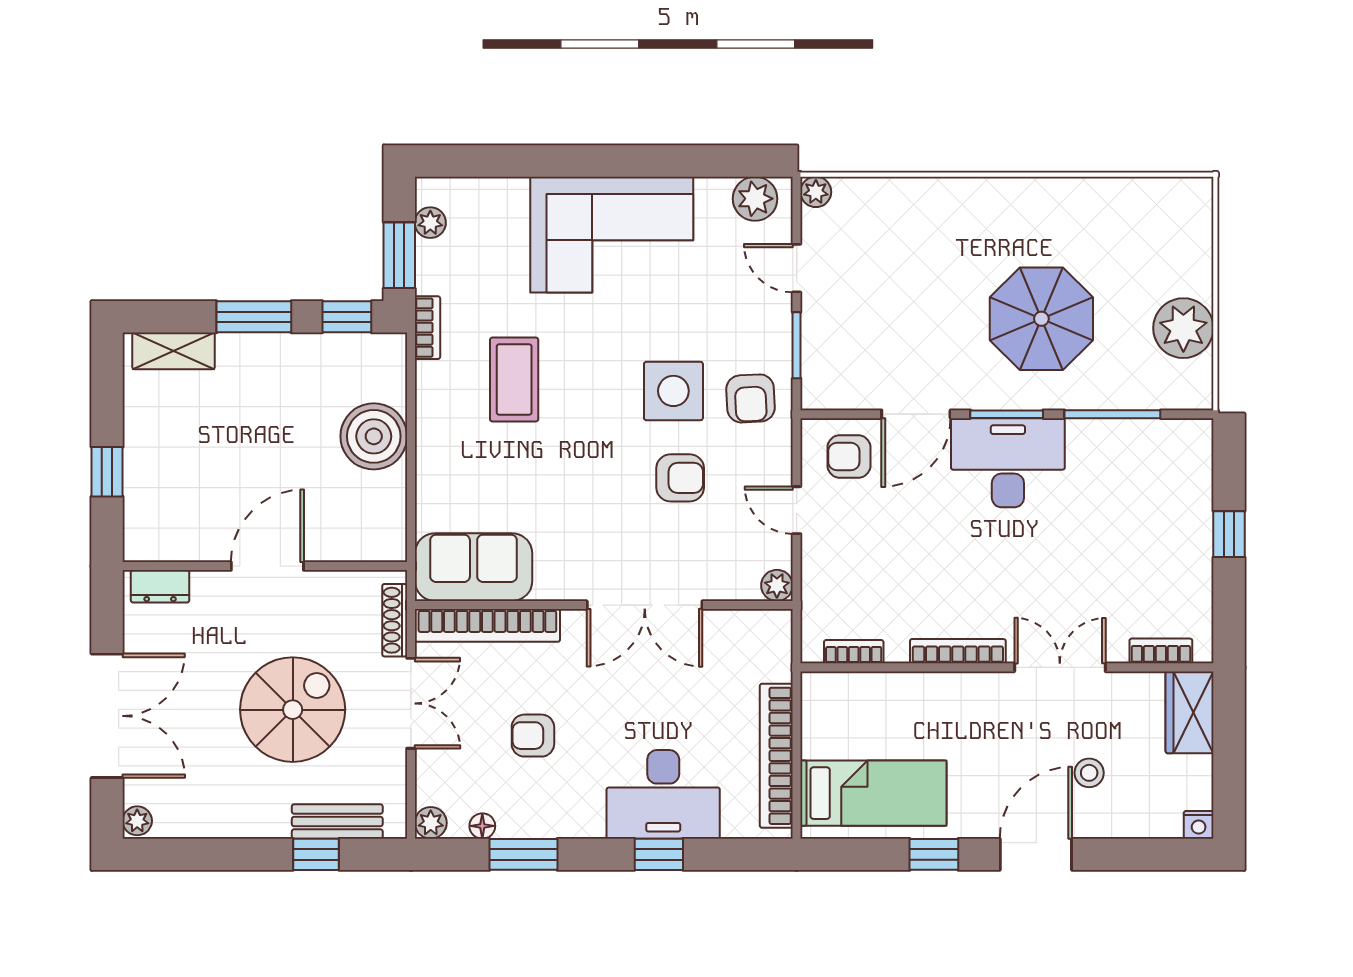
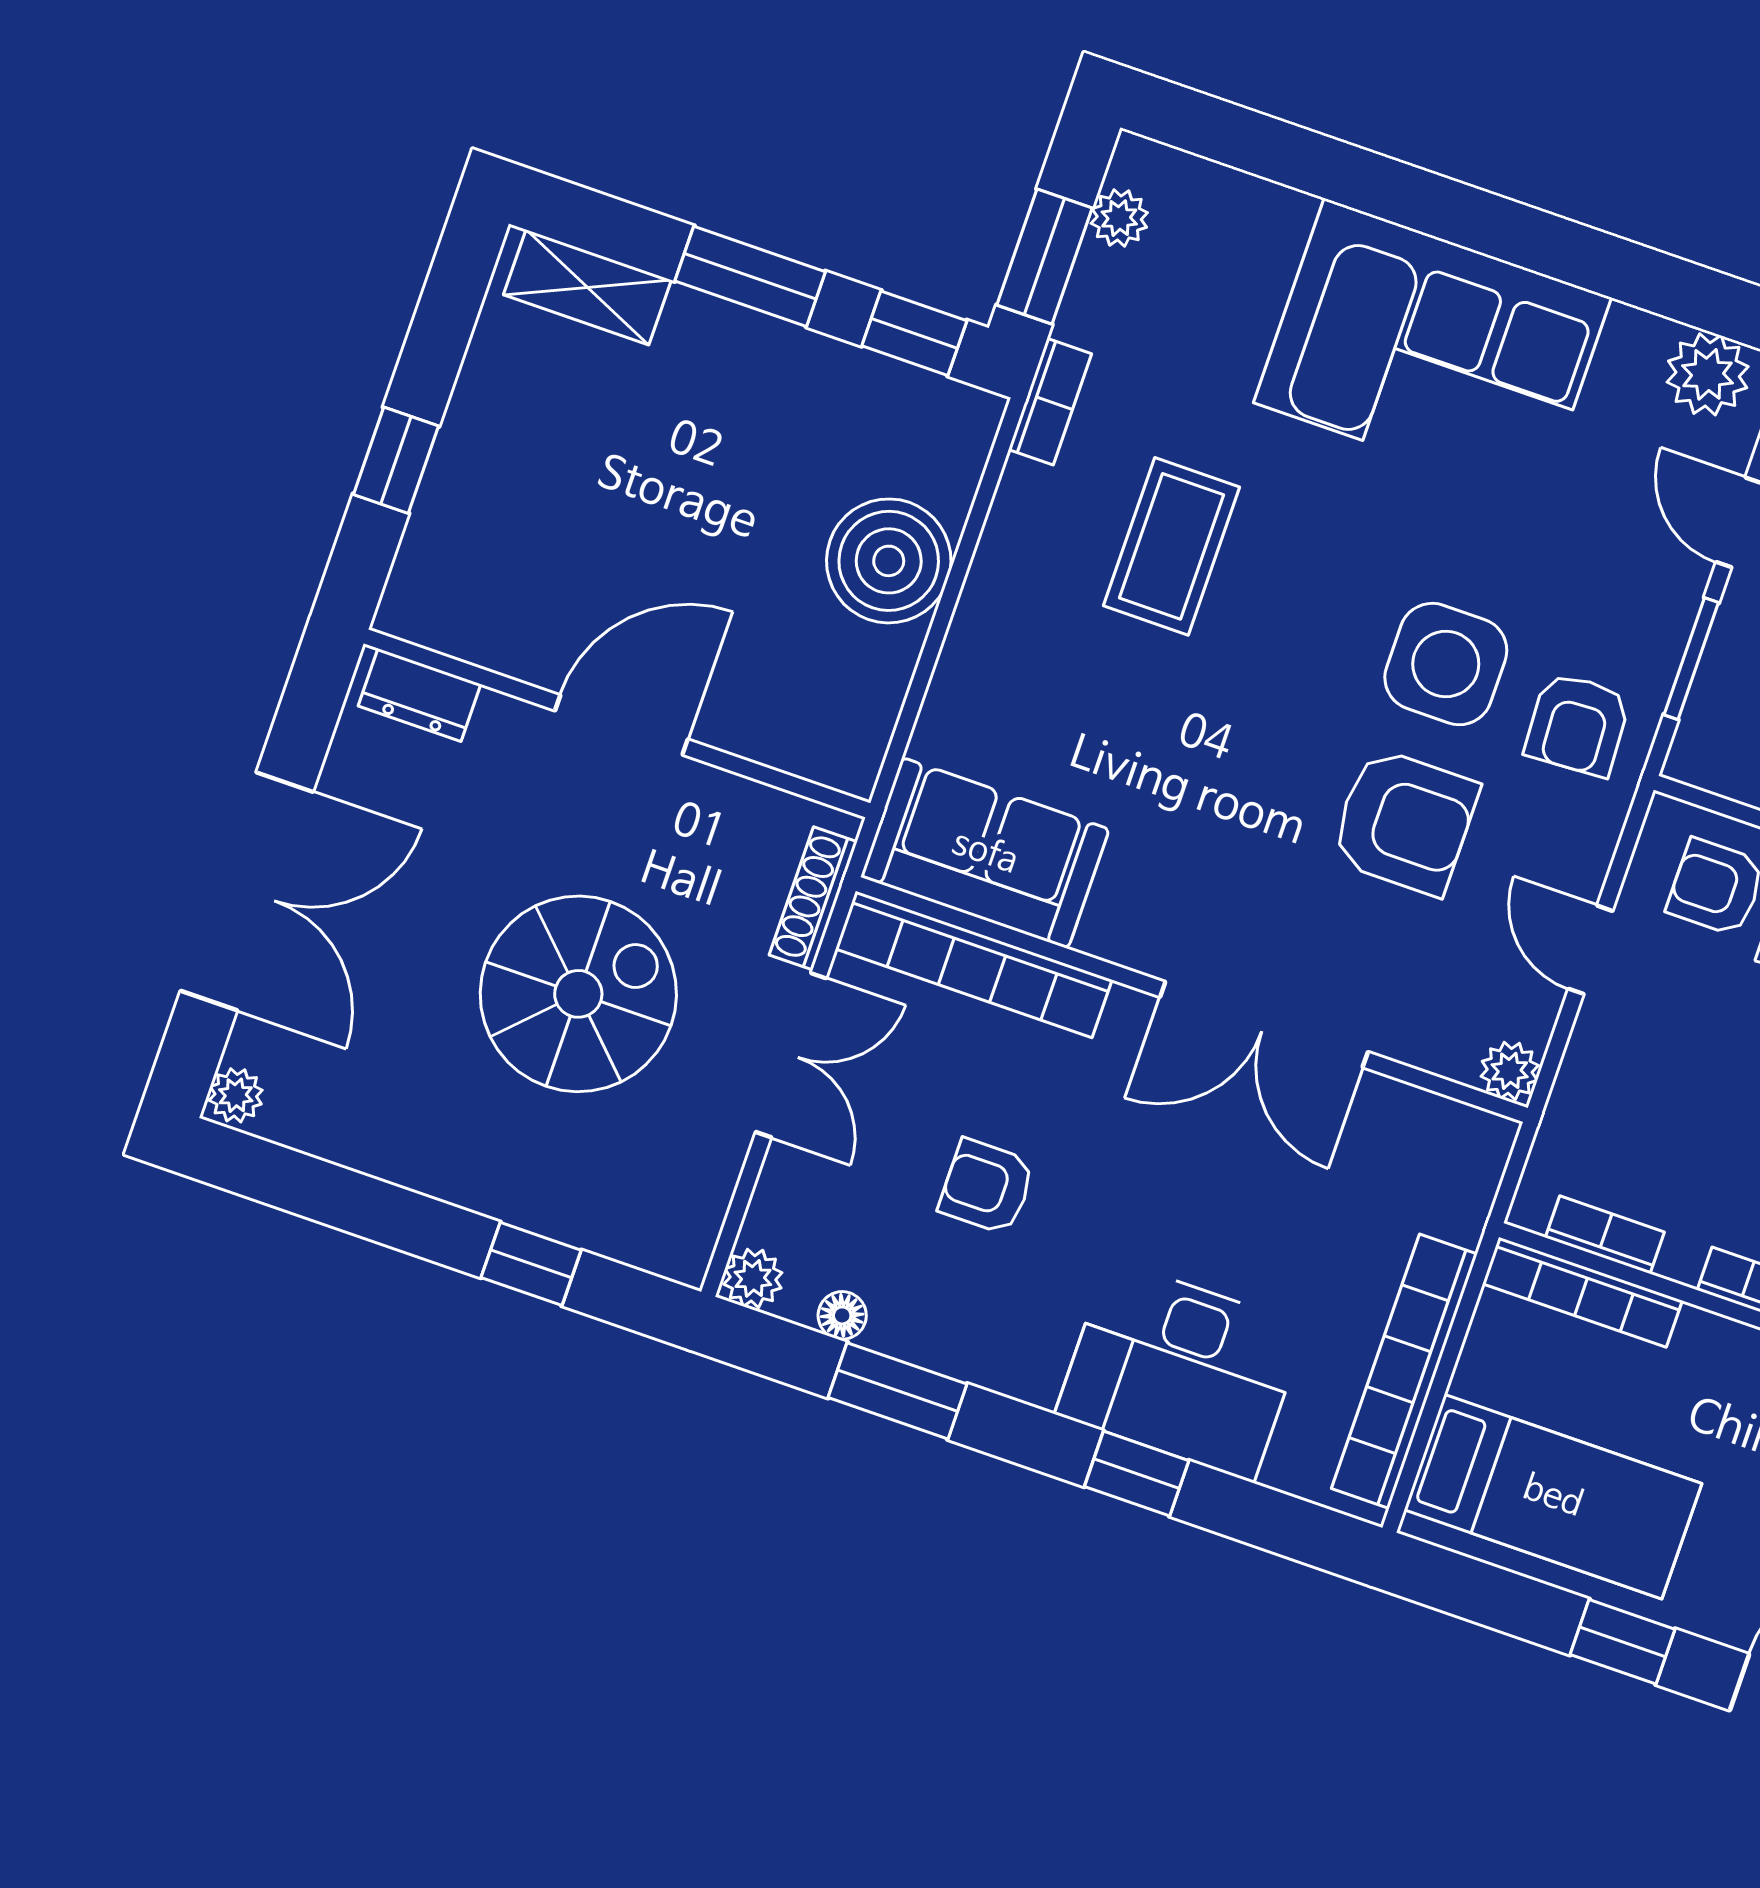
armchair: (680, 478) -> (1404, 822), width x1.38, depth x1.38
bookcase: (852, 685) -> (1582, 1292), added
bench: (337, 821) -> (589, 1219), removed

